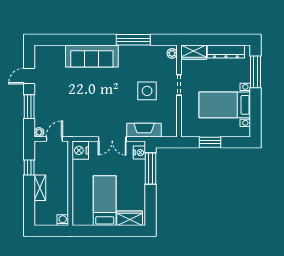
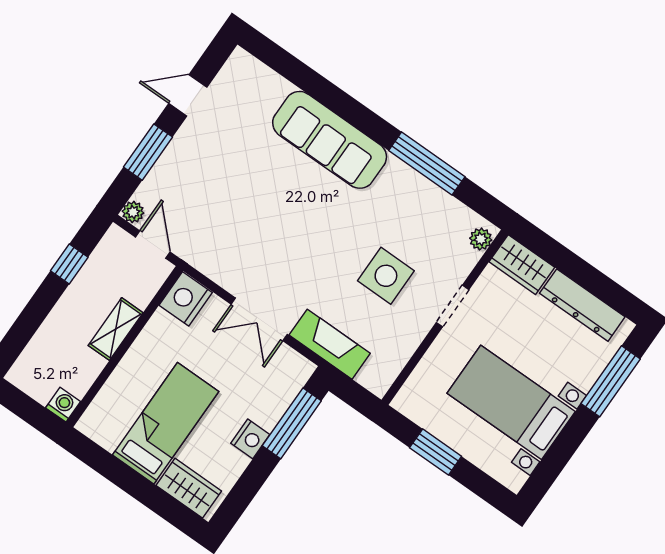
door: (54, 139) -> (153, 244), hinge flipped
nightstand: (139, 153) -> (250, 439), moved
shelving: (40, 188) -> (116, 329), moved

